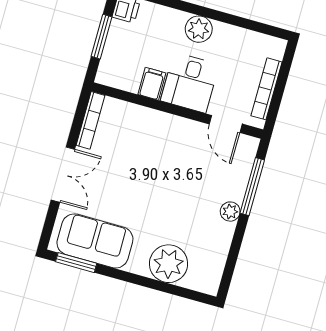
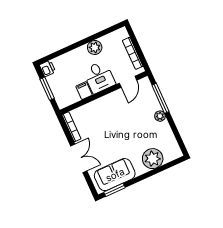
plant: (199, 29) -> (95, 47), moved
door: (226, 124) -> (128, 82), hinge flipped

